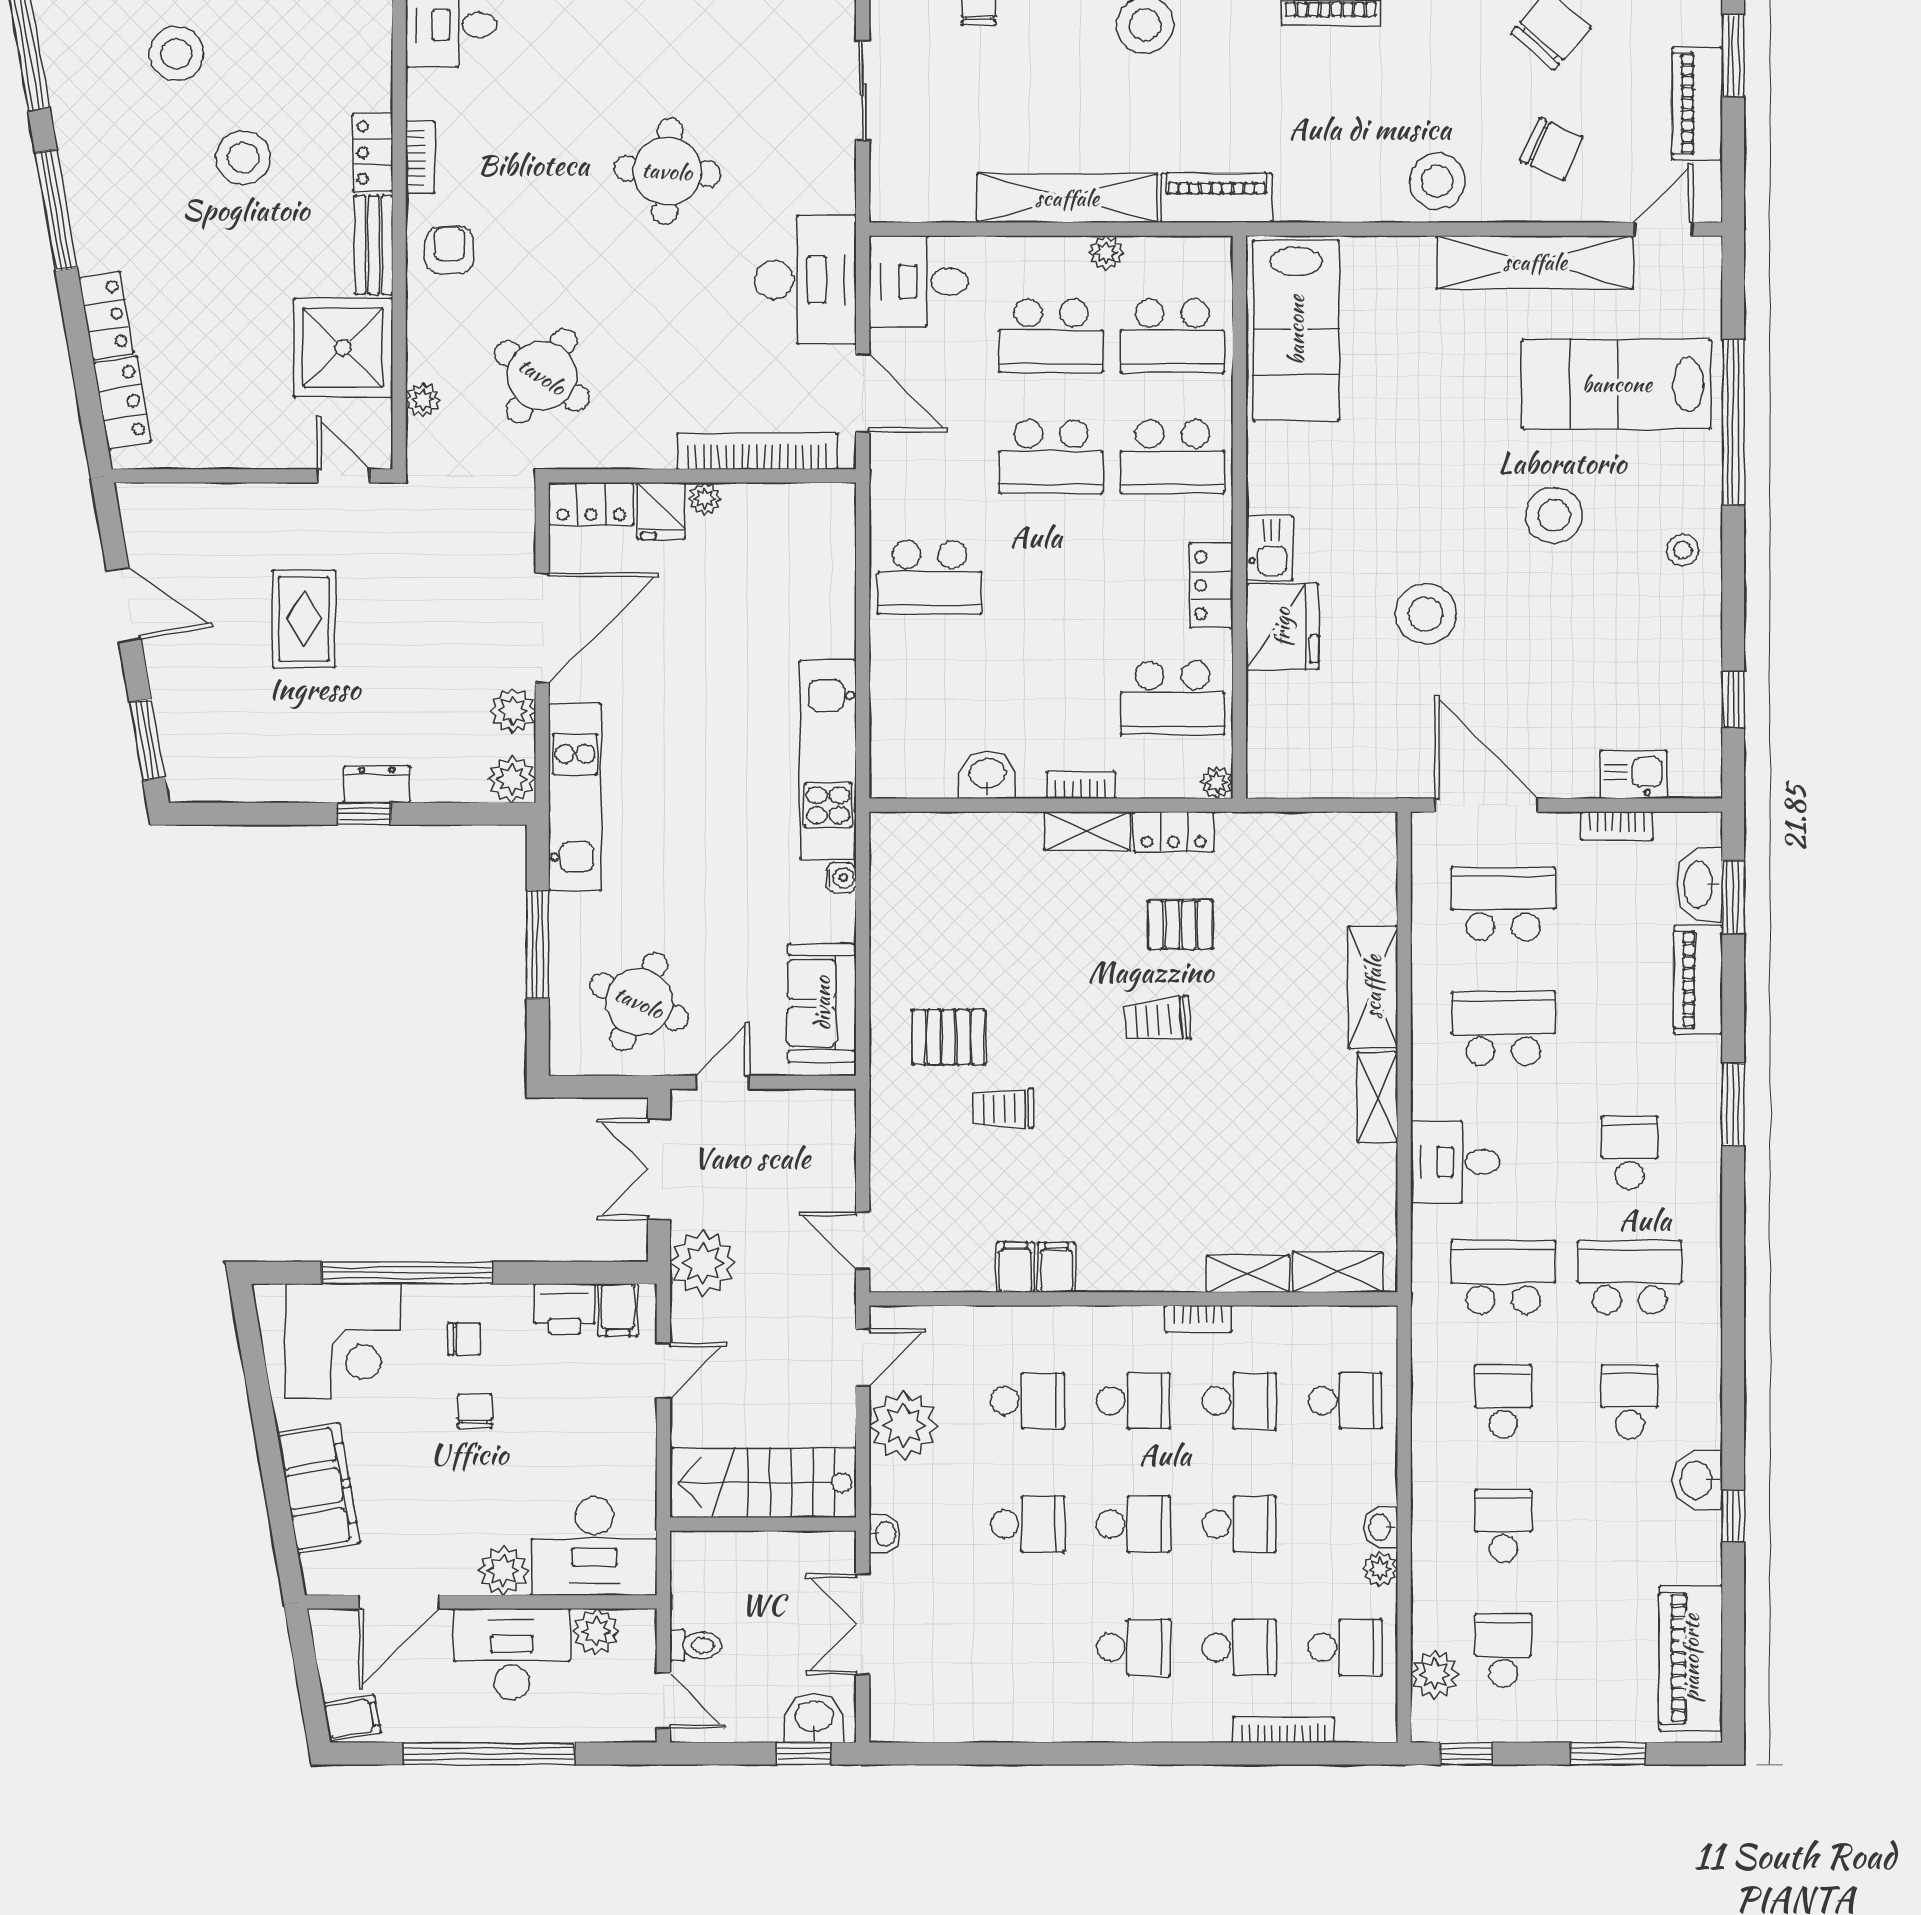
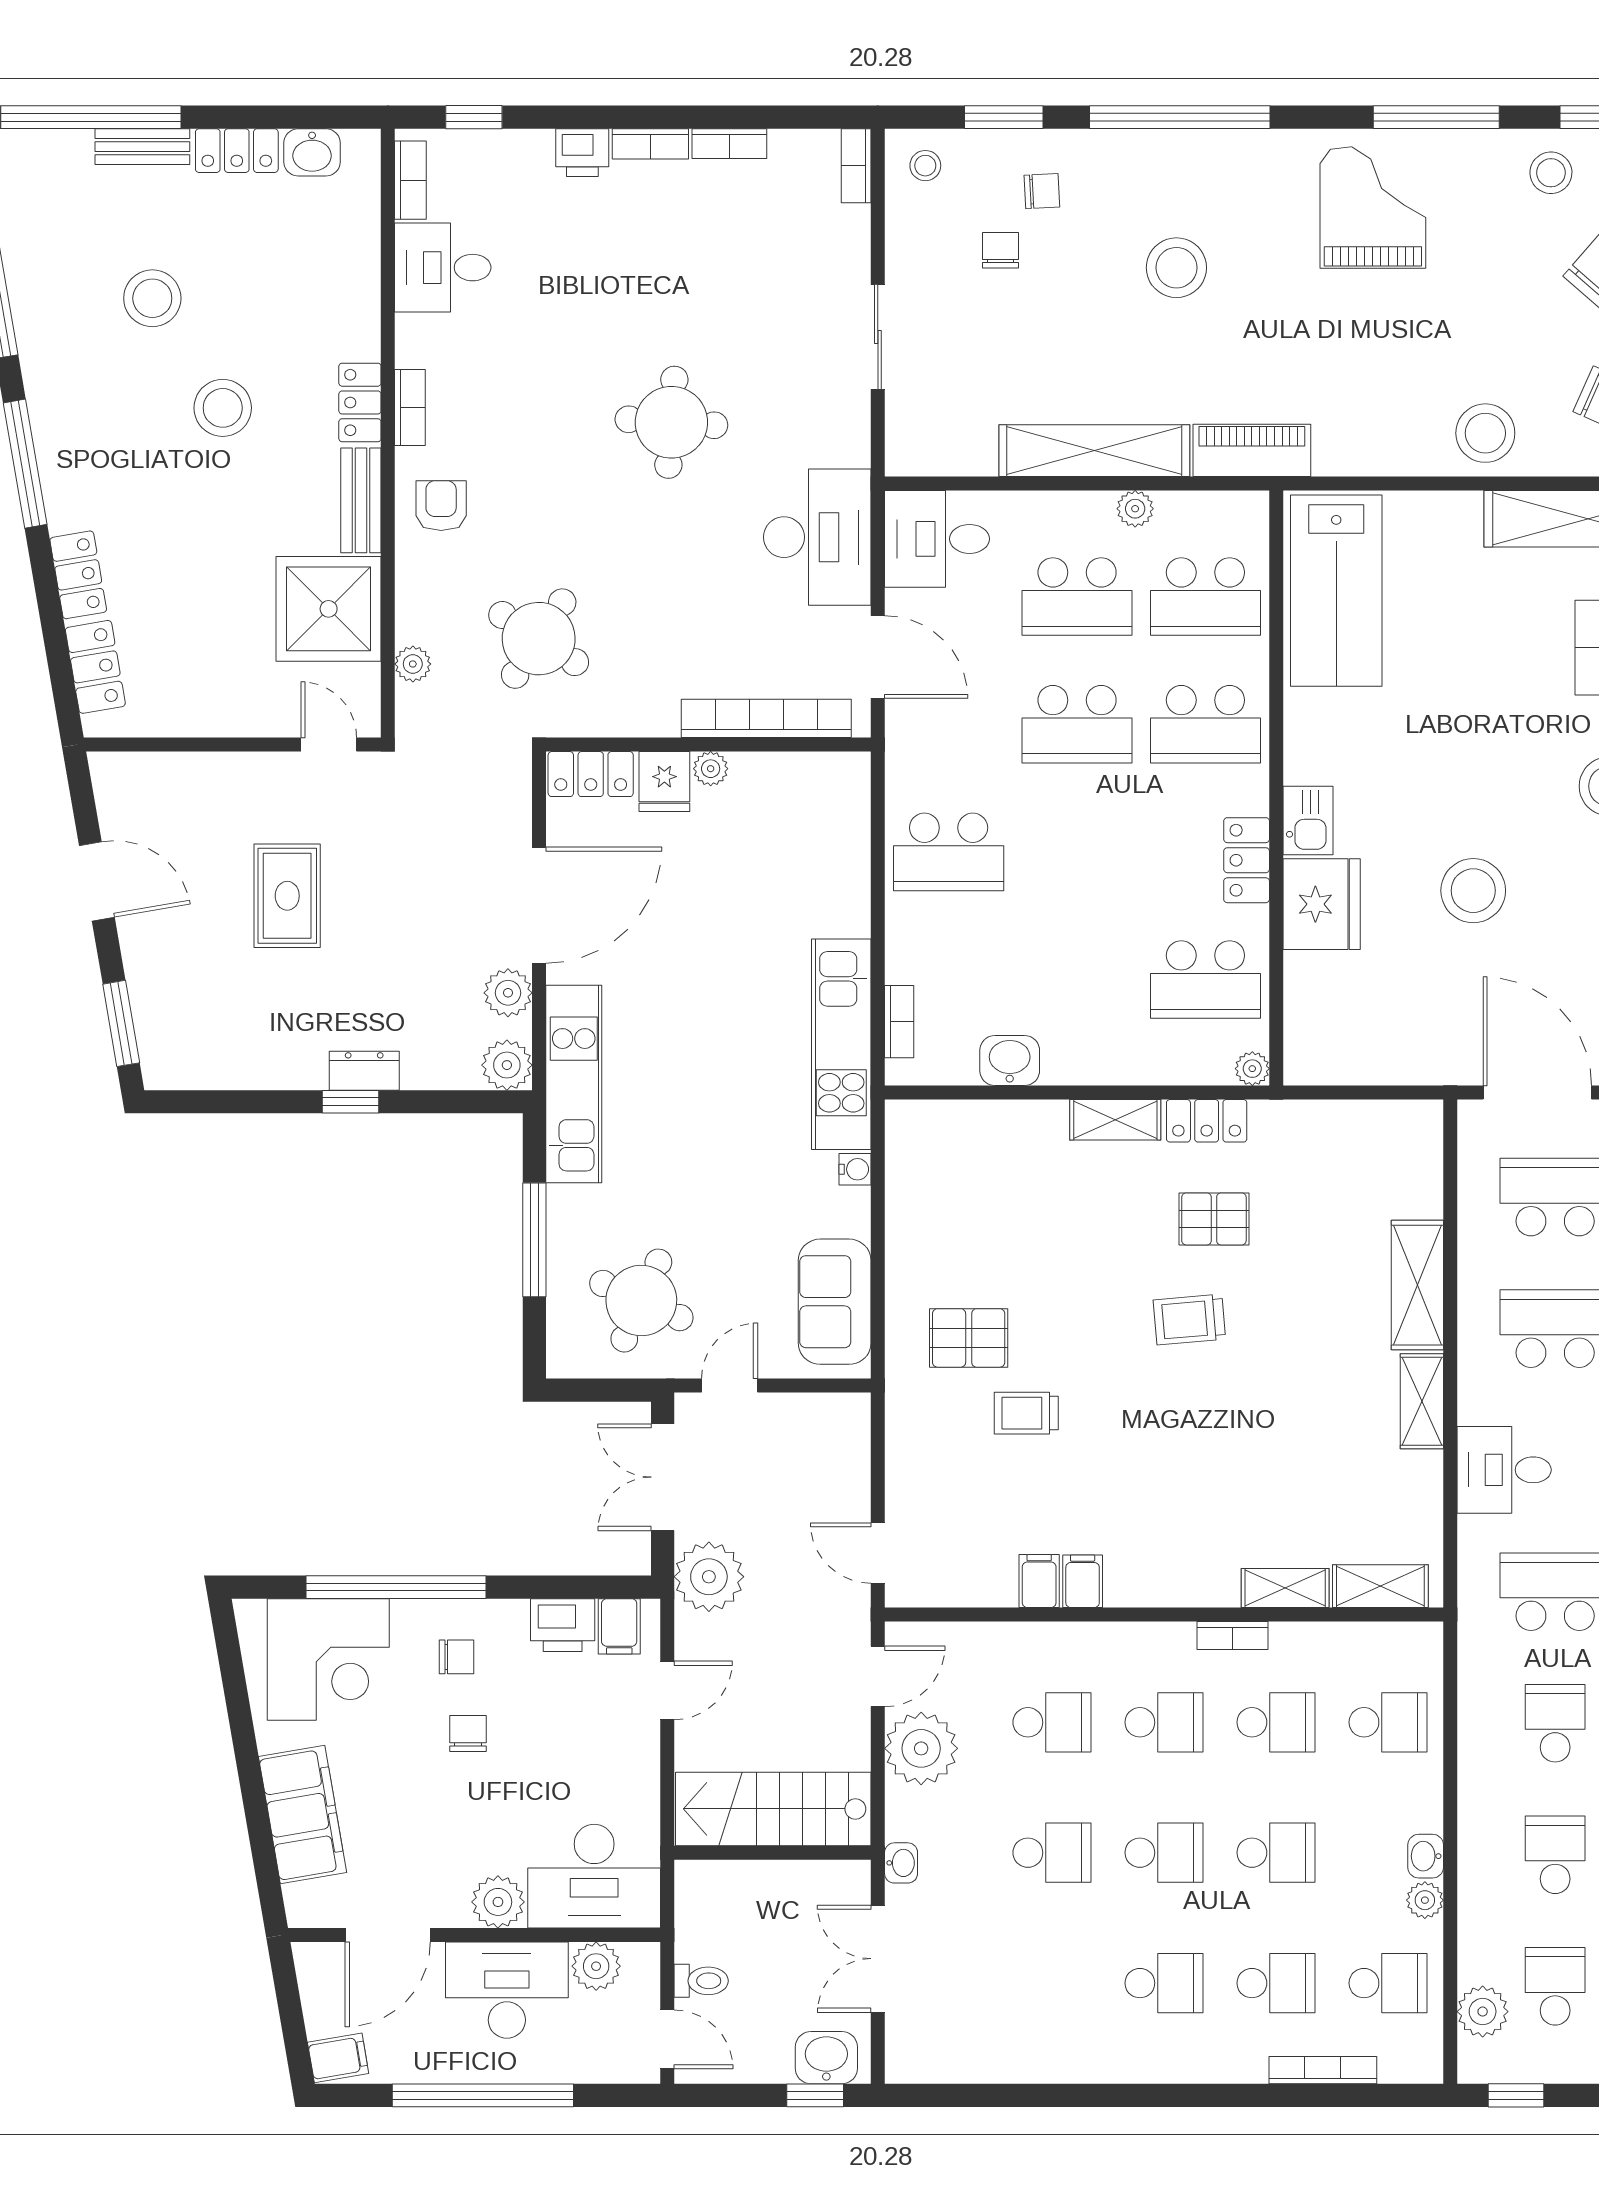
bookcase: (1081, 785) -> (899, 1022), moved, turned 90

